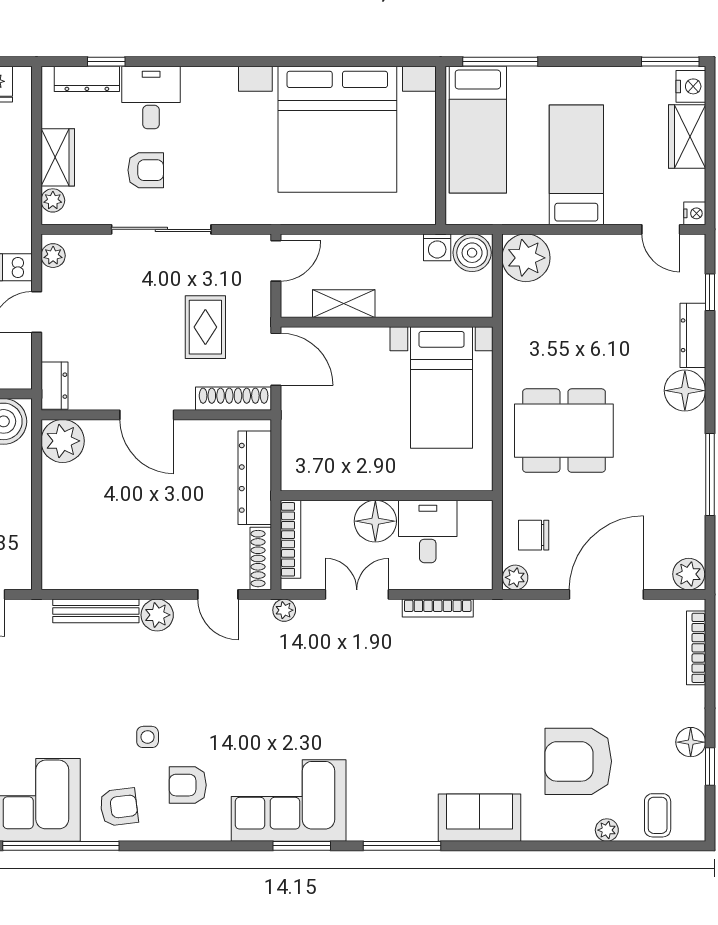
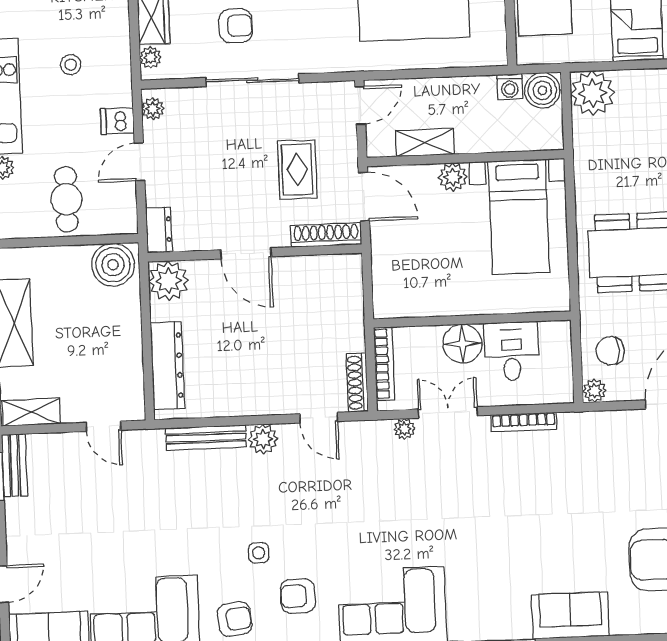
plant: (372, 342) -> (453, 177), added
dresser: (255, 478) -> (167, 366), moved, turned 180
plant: (284, 610) -> (404, 429), moved

